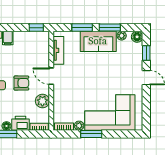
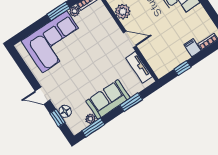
window: (36, 28) -> (182, 68), moved
window: (110, 28) -> (93, 128), moved
floor lamp: (137, 37) -> (65, 111), moved
armchair: (21, 83) -> (153, 15), removed

